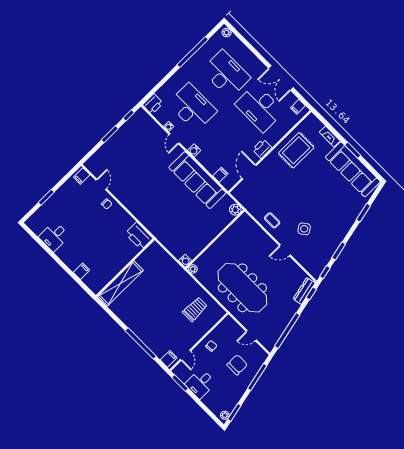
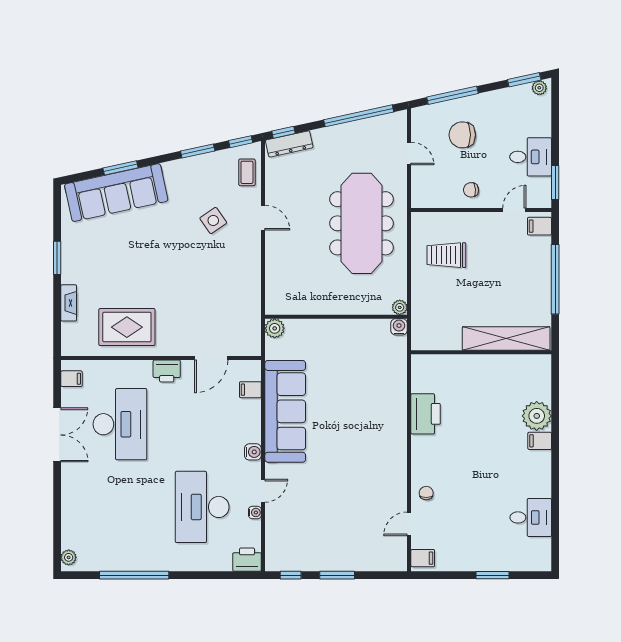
desk: (226, 74) -> (120, 507), removed
sofa: (353, 169) -> (116, 193), moved, turned 78
coffee table: (272, 220) -> (247, 172), moved
wall: (125, 268) -> (481, 352), moved
plant: (93, 280) -> (537, 416), added
shelving: (121, 283) -> (506, 339), moved

